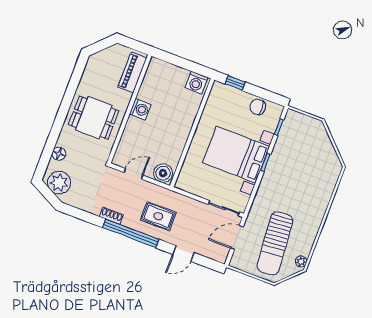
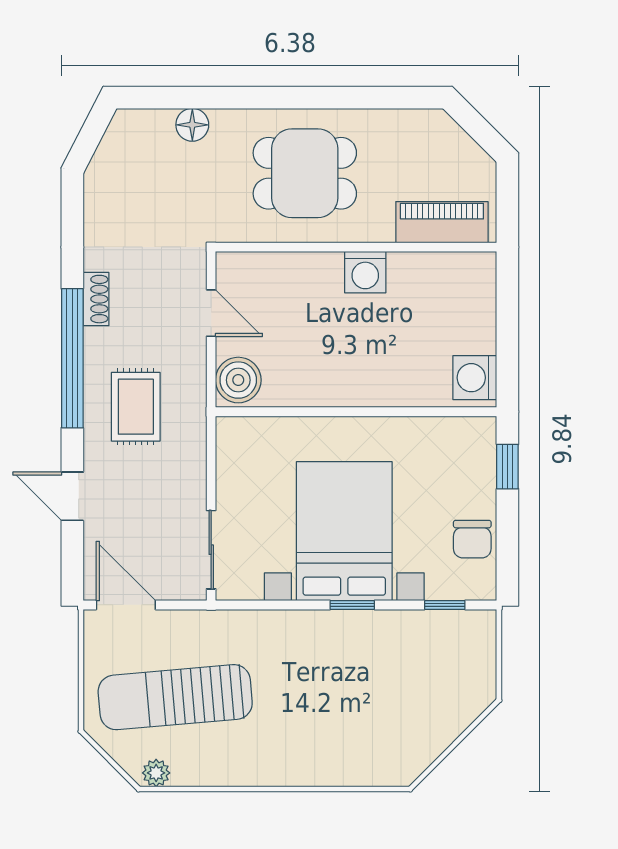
chair: (258, 107) -> (472, 539), turned 180
dining table: (94, 118) -> (305, 173), turned 90
plant: (59, 183) -> (126, 150), removed
door: (237, 237) -> (126, 605), moved

